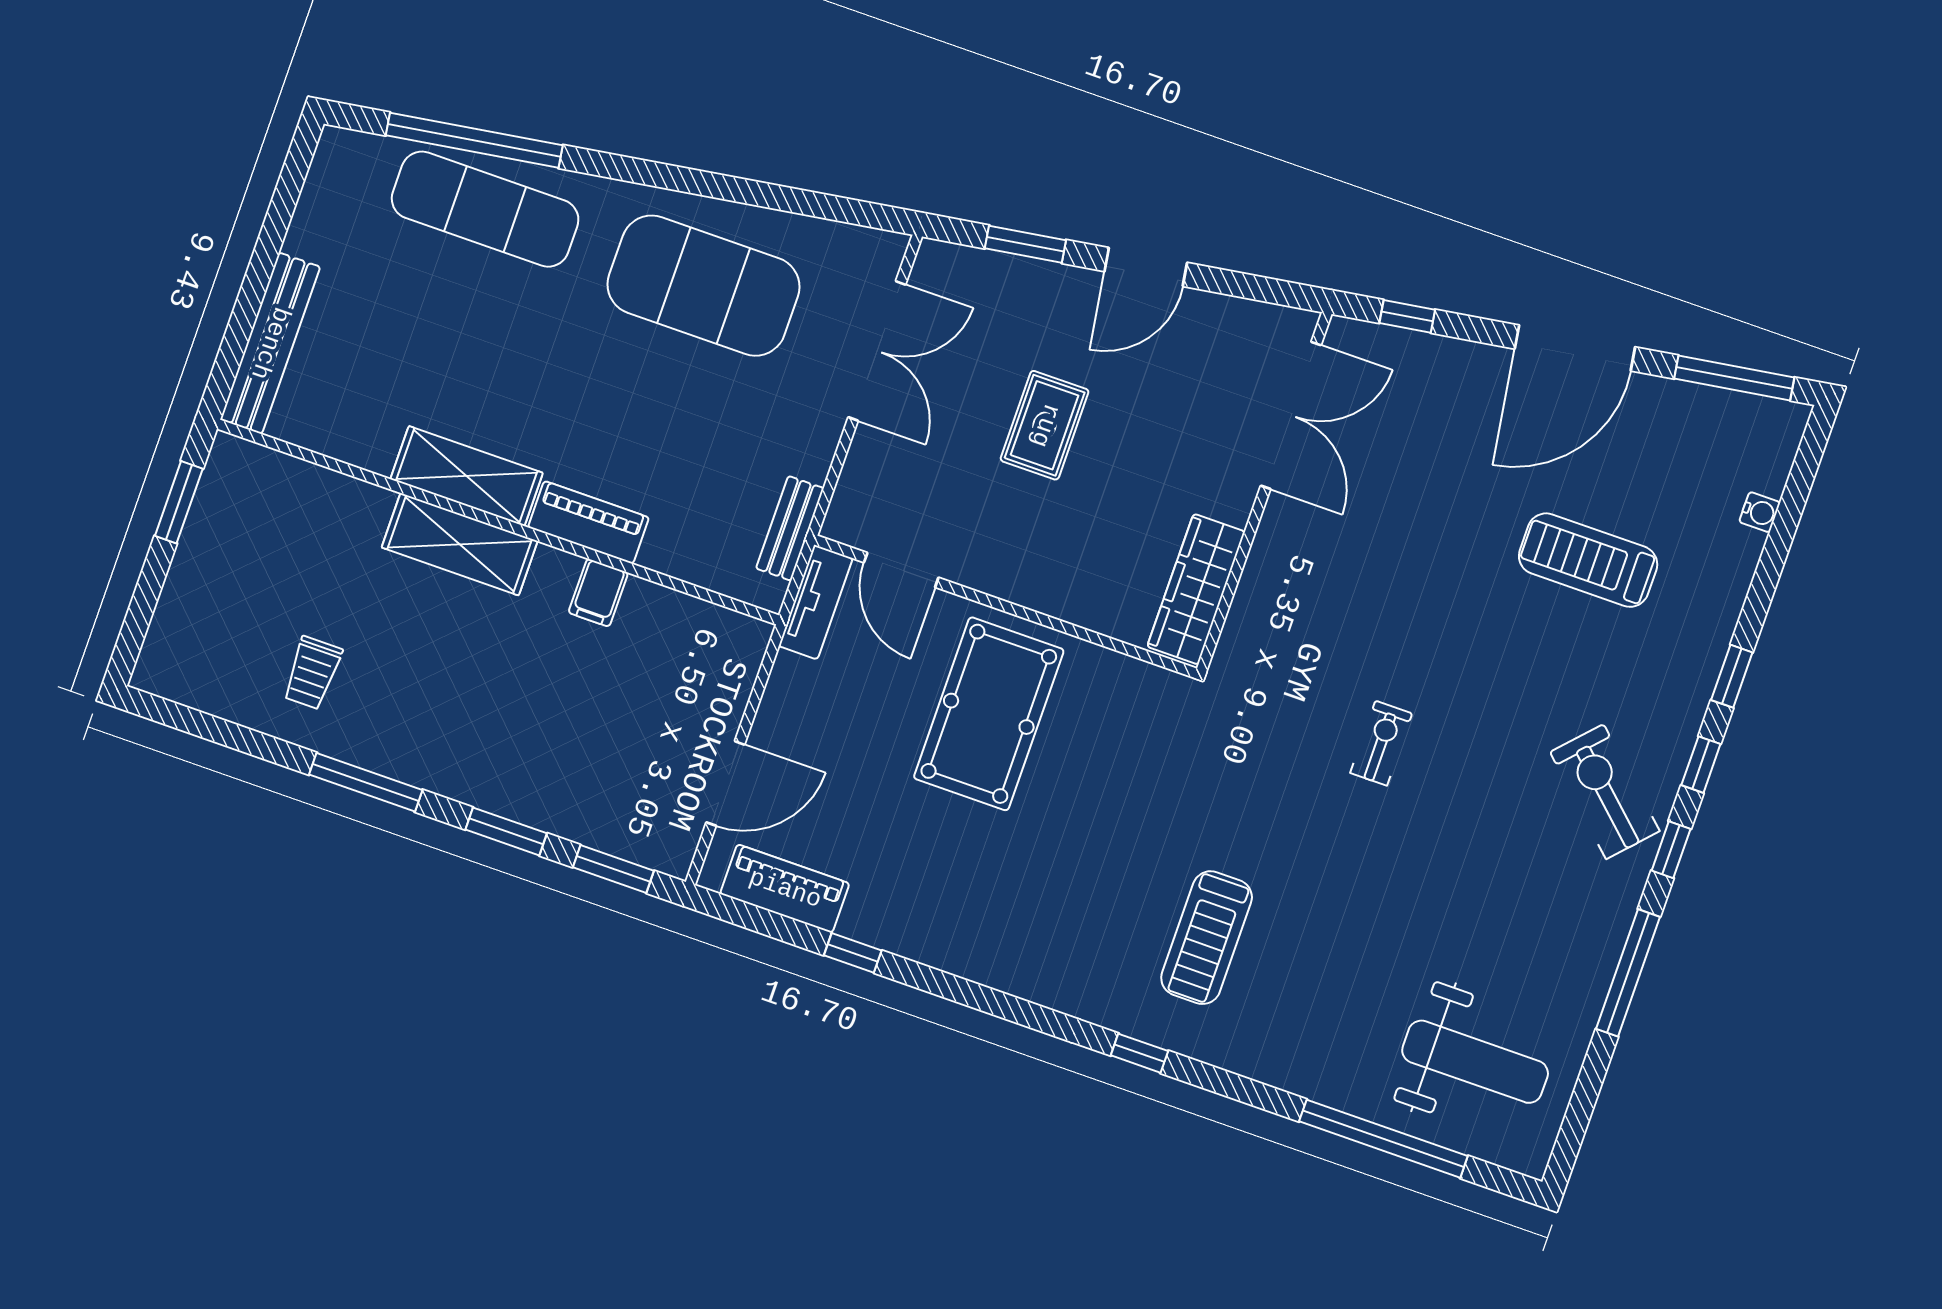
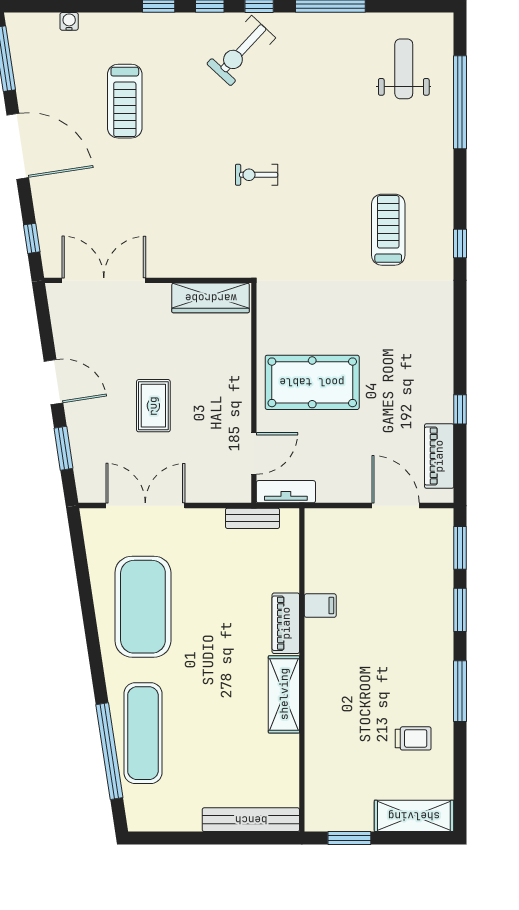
rug: (1045, 425) -> (153, 406), turned 90
shelving: (460, 544) -> (414, 816), moved, turned 90
treadmill: (1207, 938) -> (388, 230), turned -90
weight bench: (1475, 1062) -> (404, 69), width x0.73, depth x0.75

